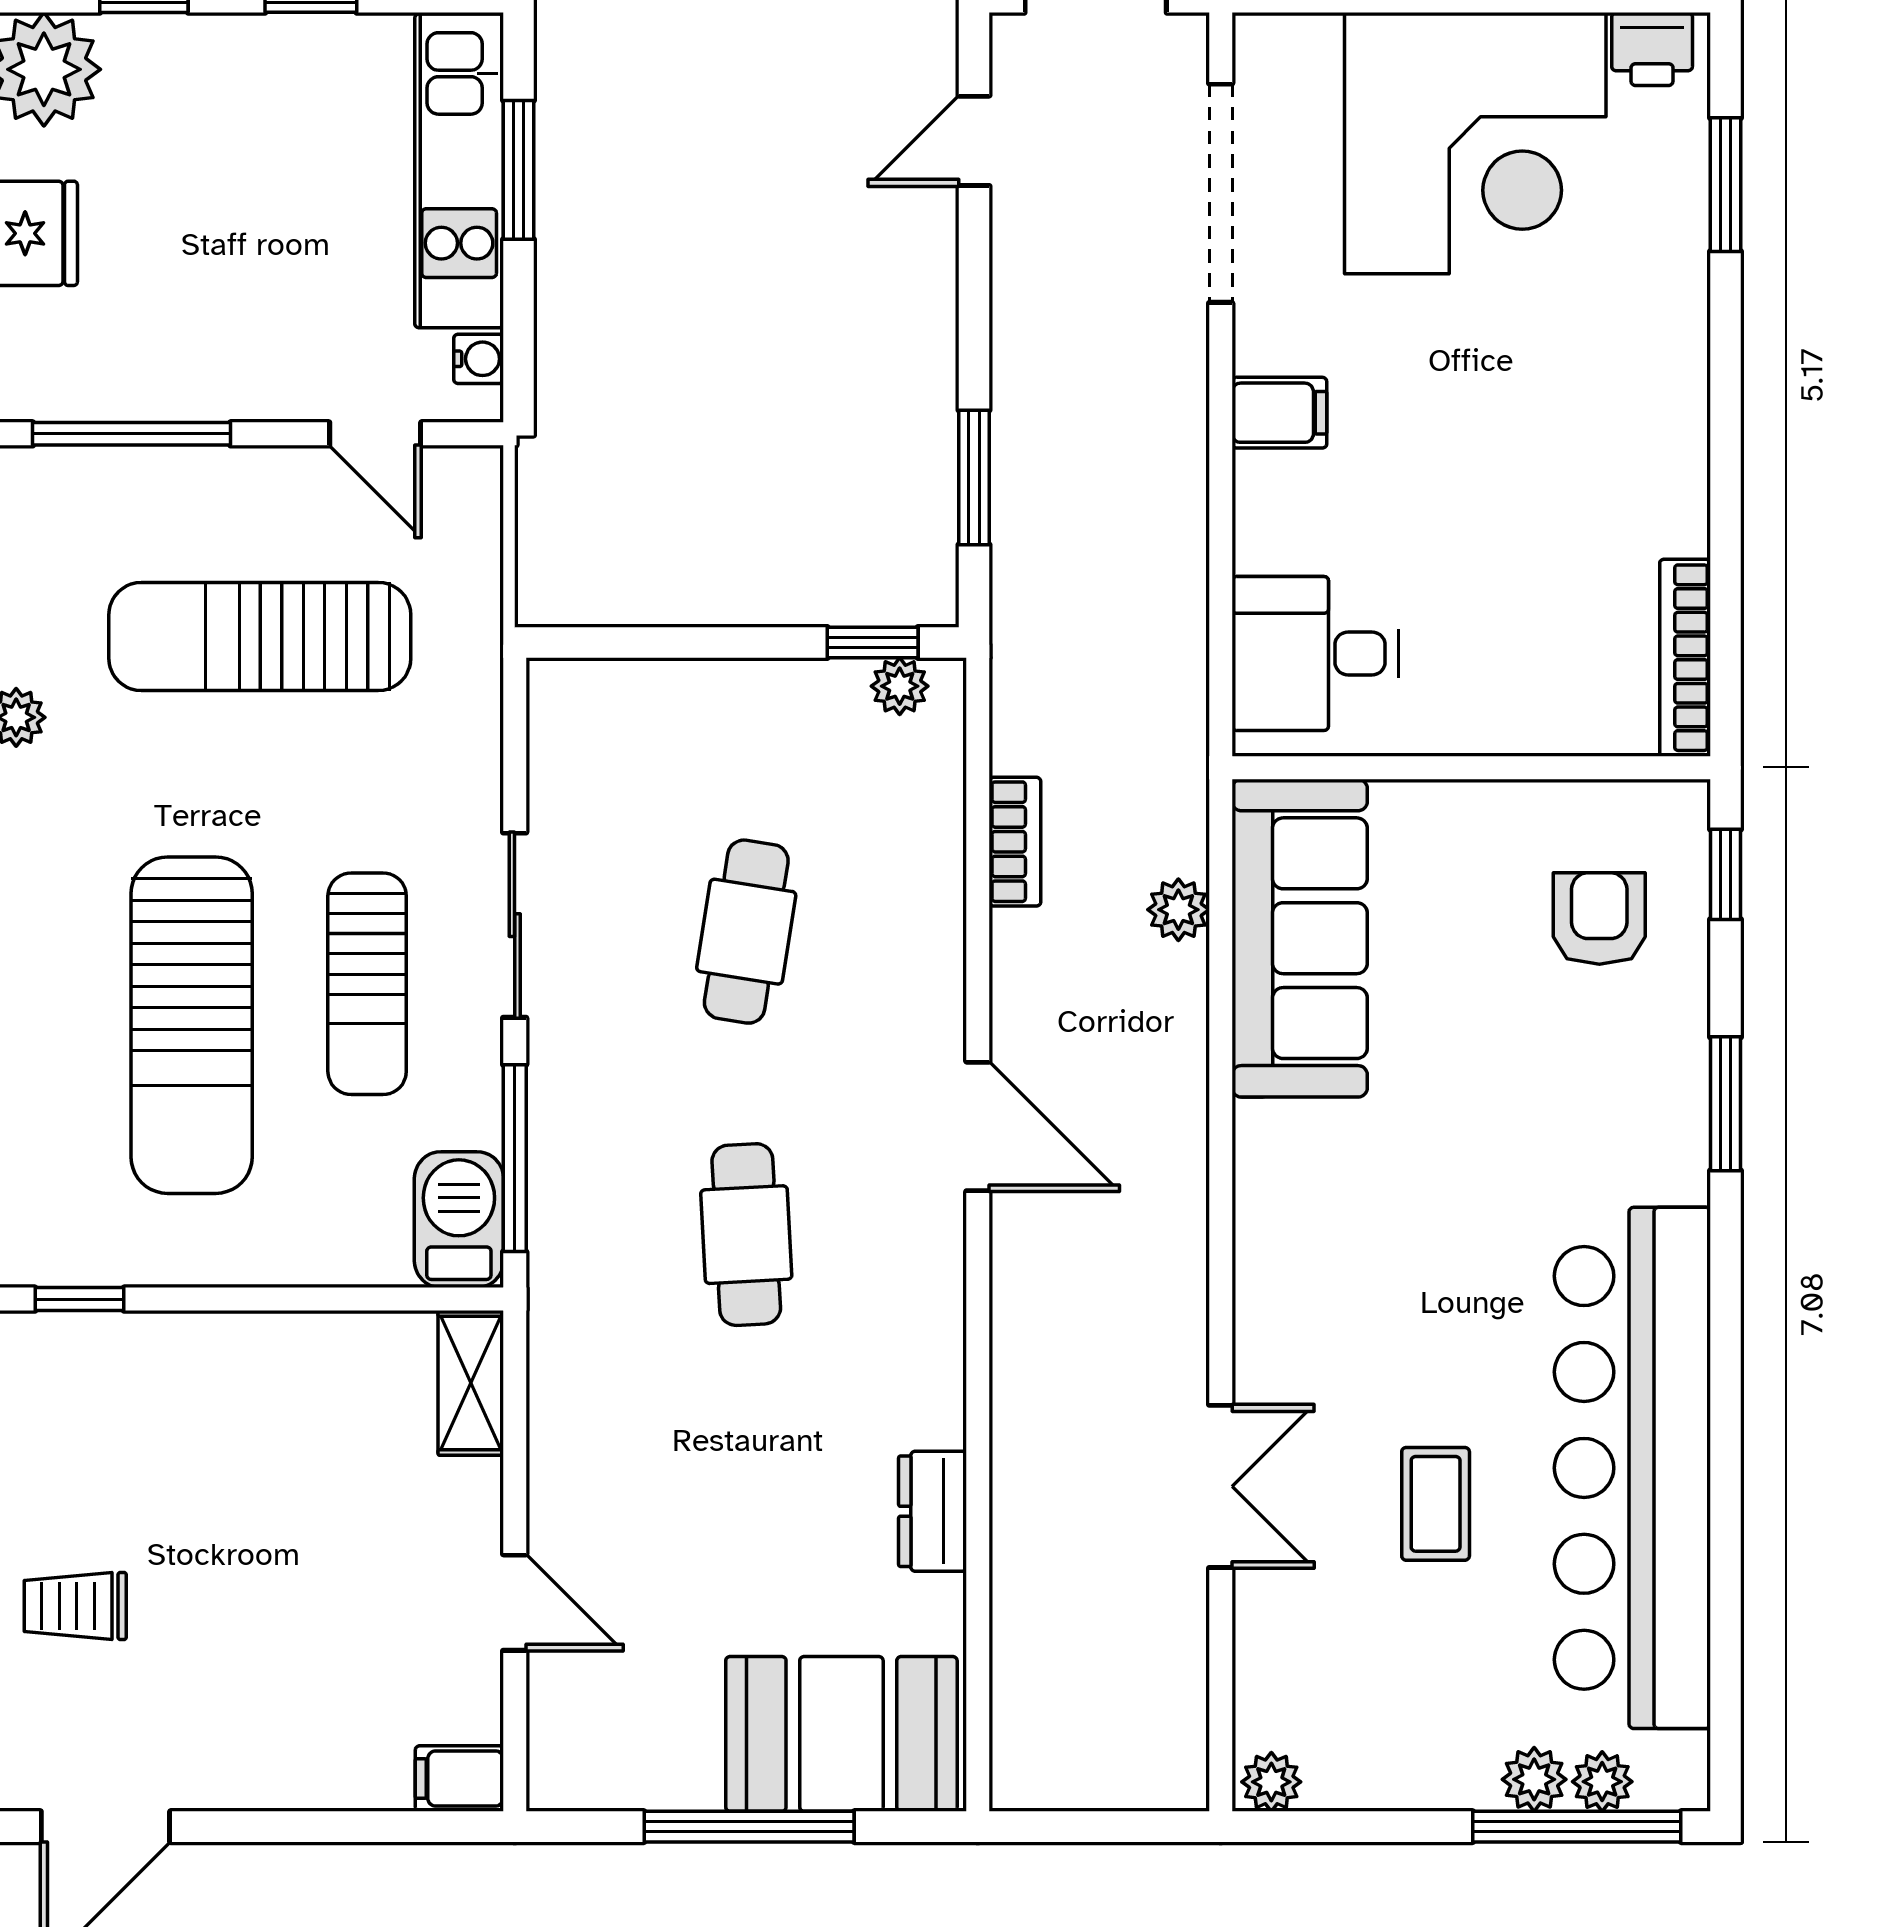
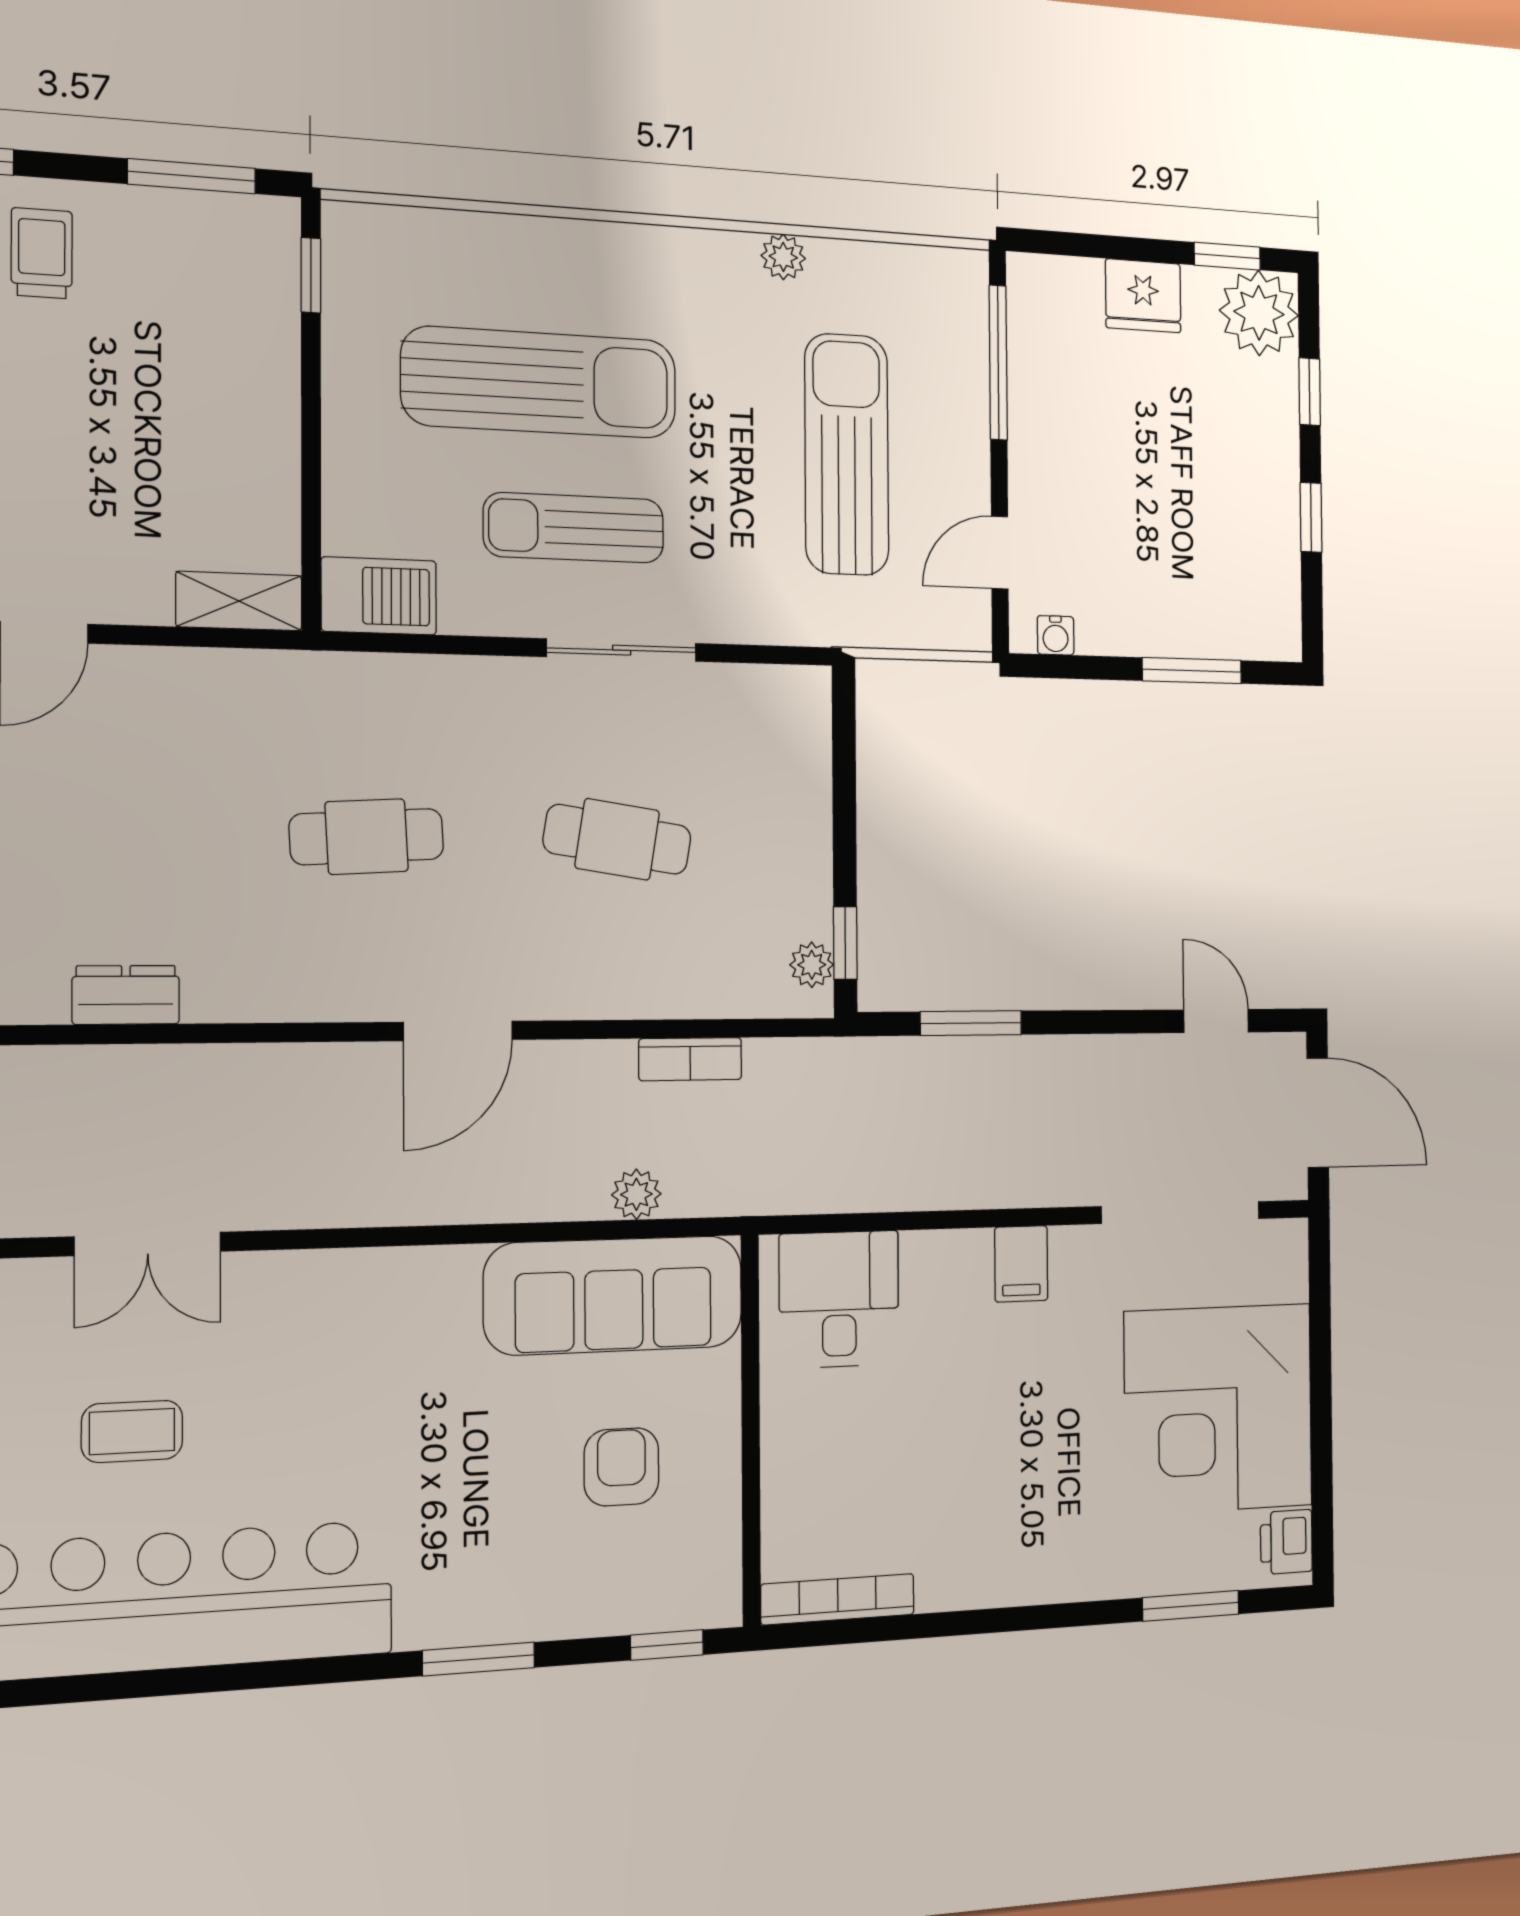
kitchen unit: (459, 171) -> (1191, 625), removed
armchair: (1599, 919) -> (621, 1467), moved, turned -90
sun lounger: (192, 1025) -> (540, 382), turned 180
window: (515, 1158) -> (431, 644), removed

